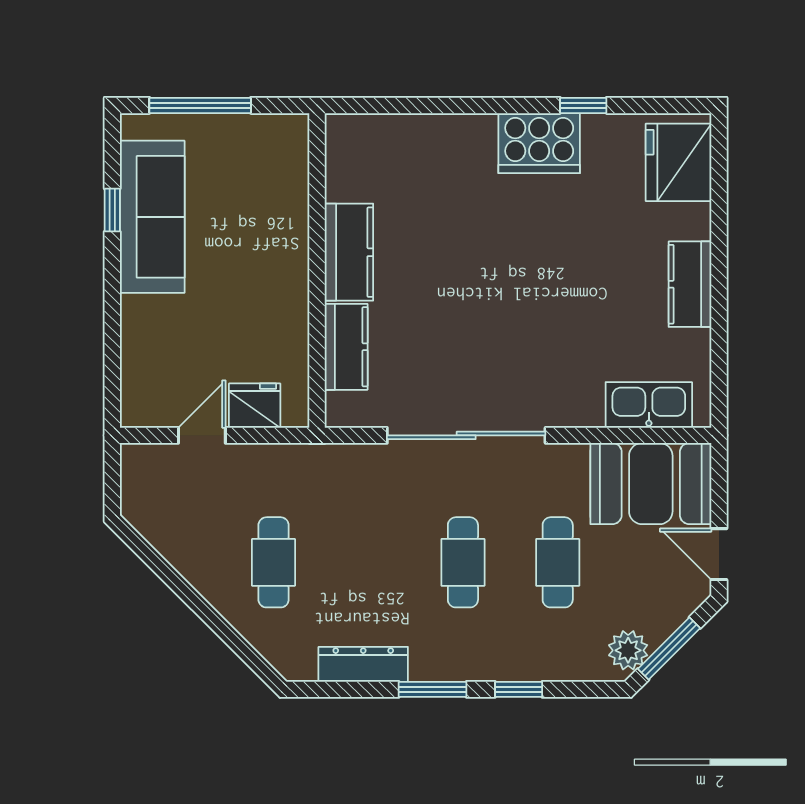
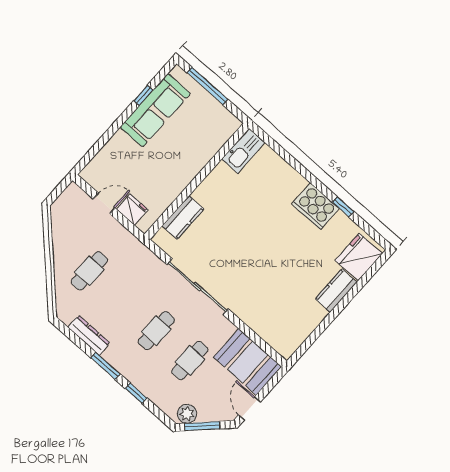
kitchen counter: (349, 252) -> (214, 185), removed
kitchen counter: (690, 284) -> (336, 291), moved
kitchen sink: (649, 405) -> (243, 151), moved, turned 90

